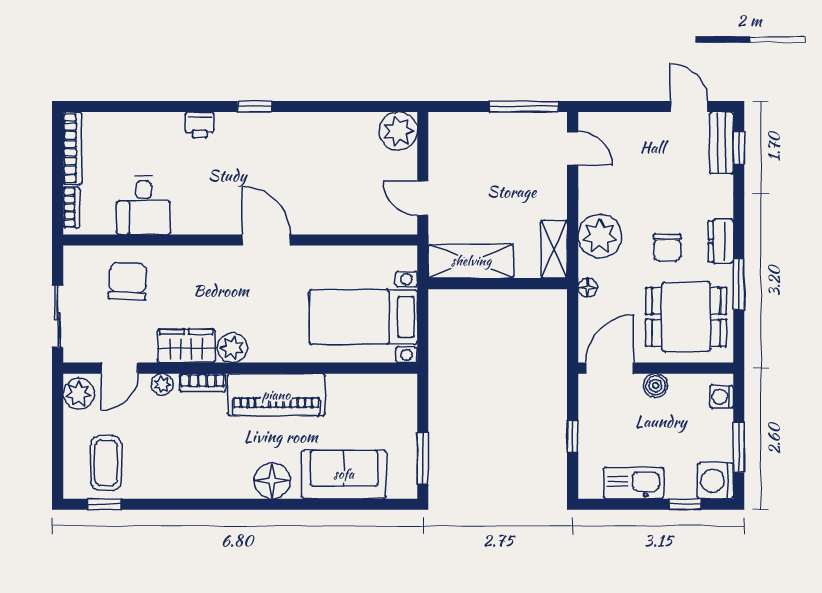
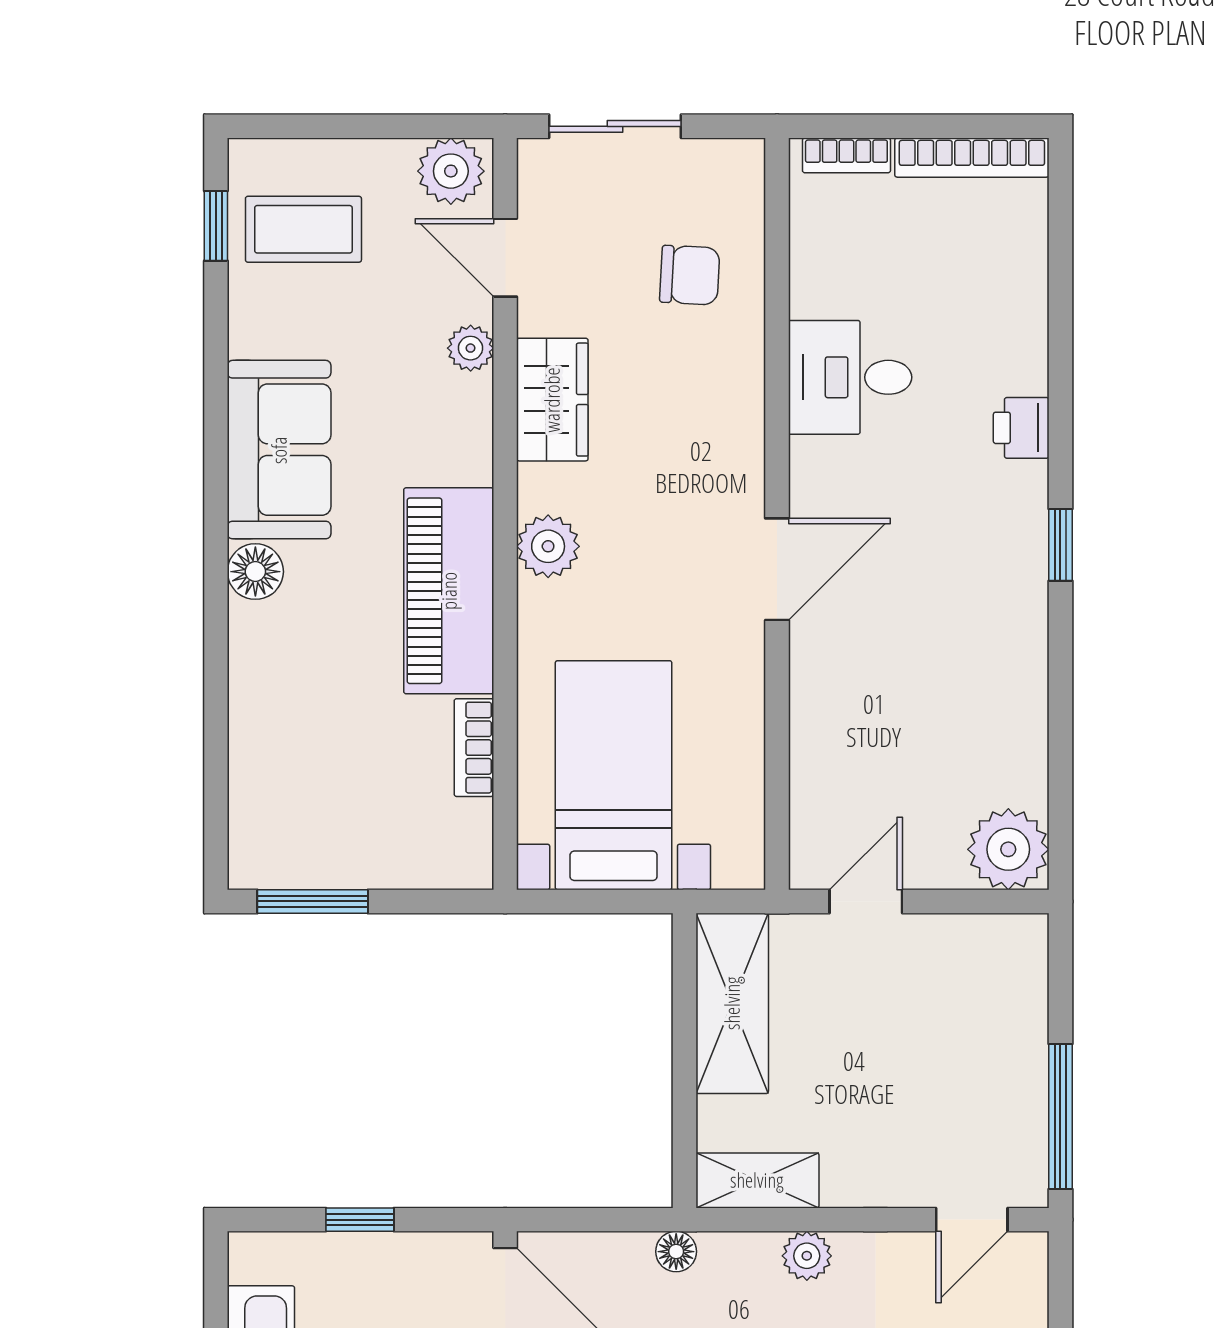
desk: (143, 206) -> (850, 377), moved
plant: (600, 236) -> (807, 1256), width x0.53, depth x0.53
chair: (128, 281) -> (690, 275), width x0.73, depth x0.73
plant: (232, 348) -> (548, 546), moved
bookcase: (203, 383) -> (474, 748), moved
sofa: (344, 474) -> (279, 450), moved
floor lamp: (272, 481) -> (255, 572), width x0.73, depth x0.73

